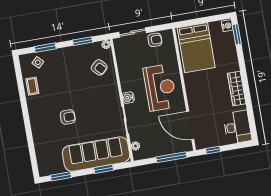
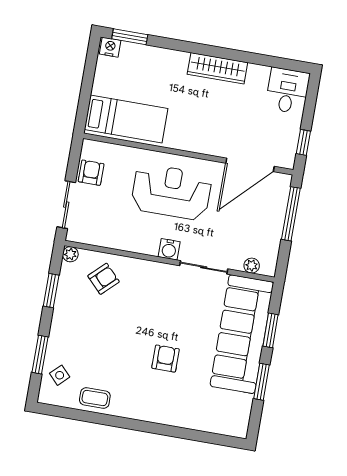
bed: (196, 48) -> (126, 119), width x0.67
desk: (237, 127) -> (287, 91), width x0.73
window: (61, 176) -> (262, 382), moved

